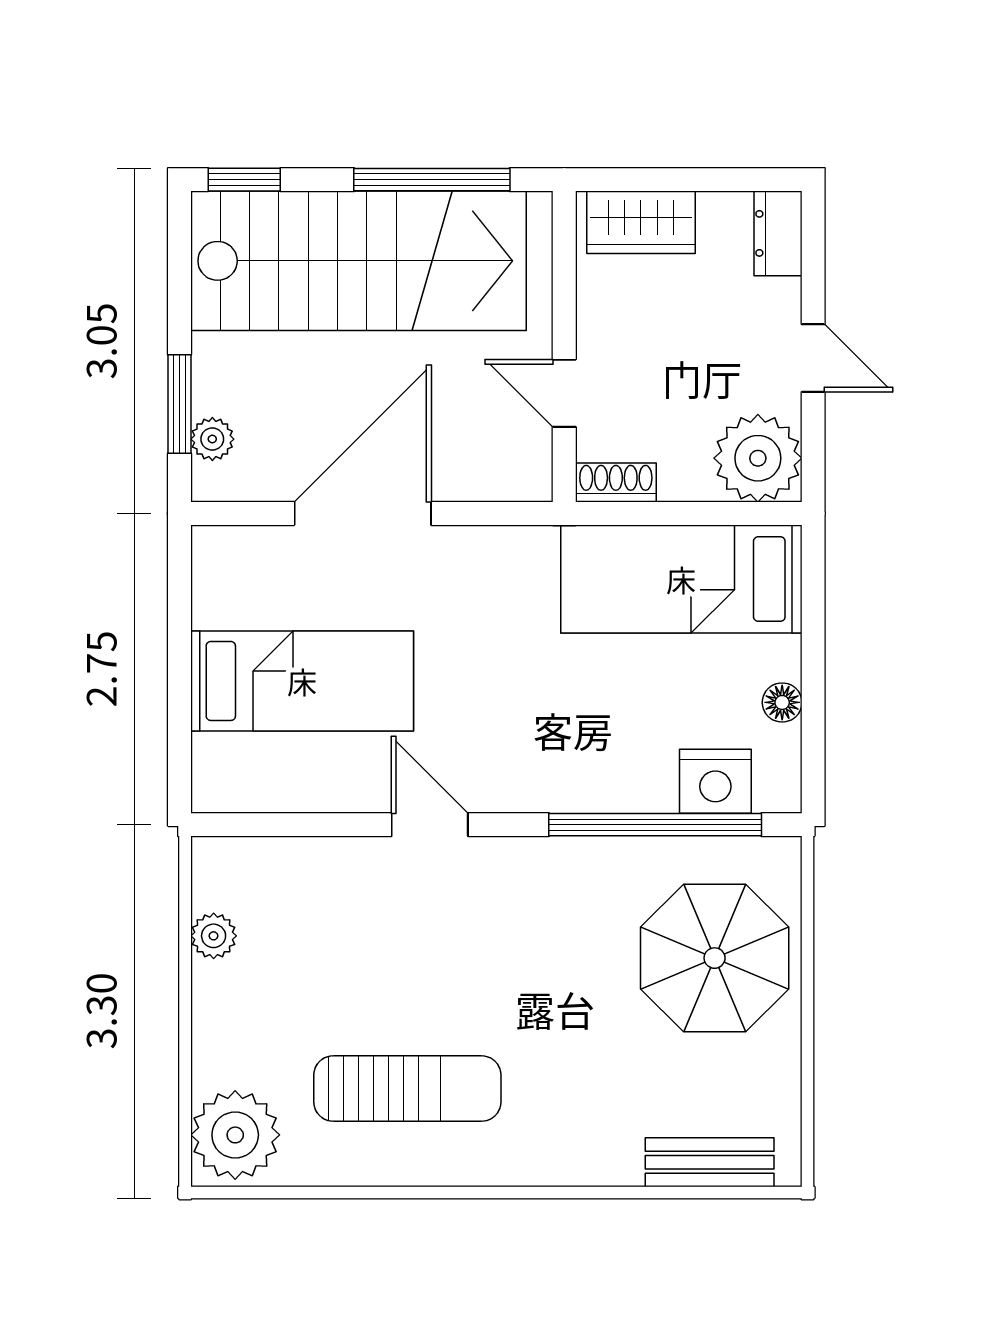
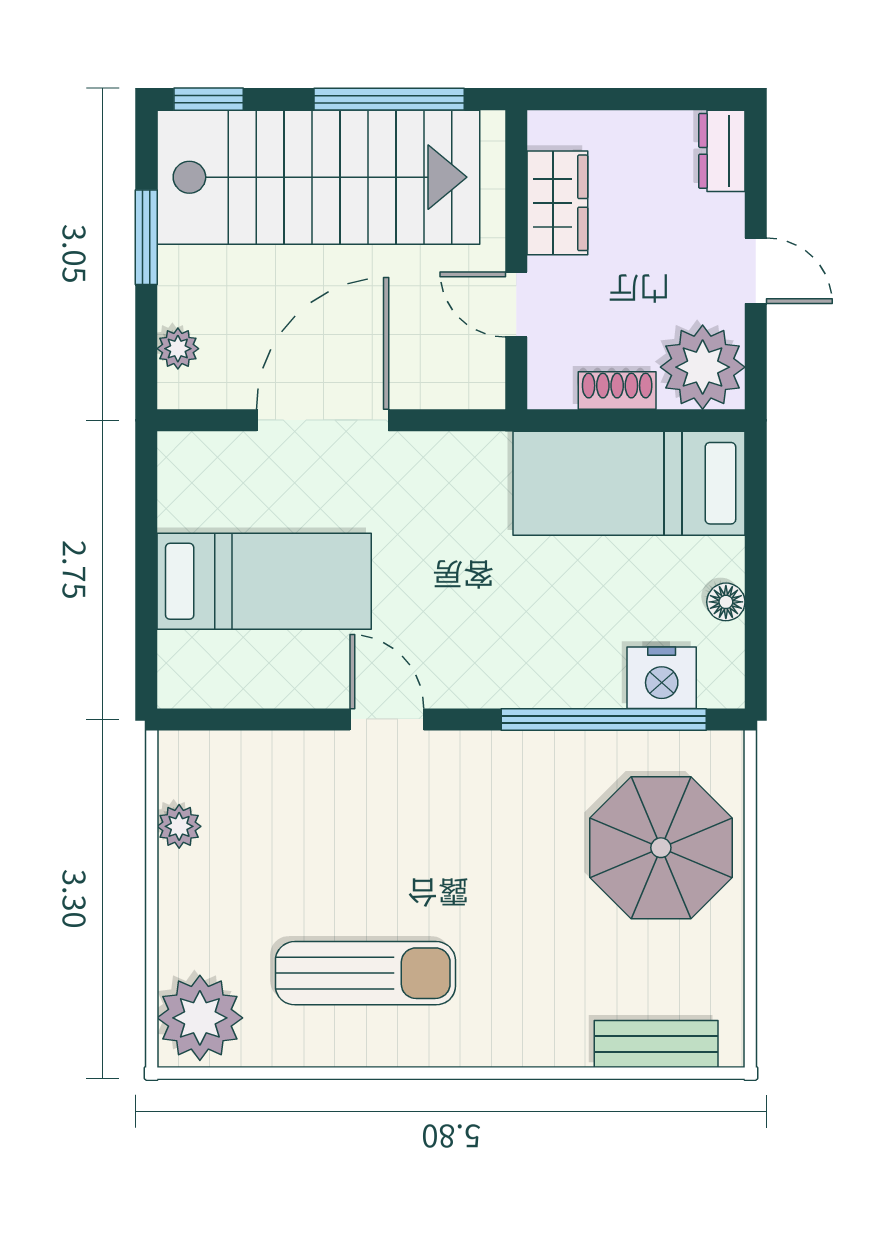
wardrobe: (641, 222) -> (557, 203), moved, turned -90
window: (179, 404) -> (146, 237), moved
shoe rack: (616, 483) -> (617, 390), moved

